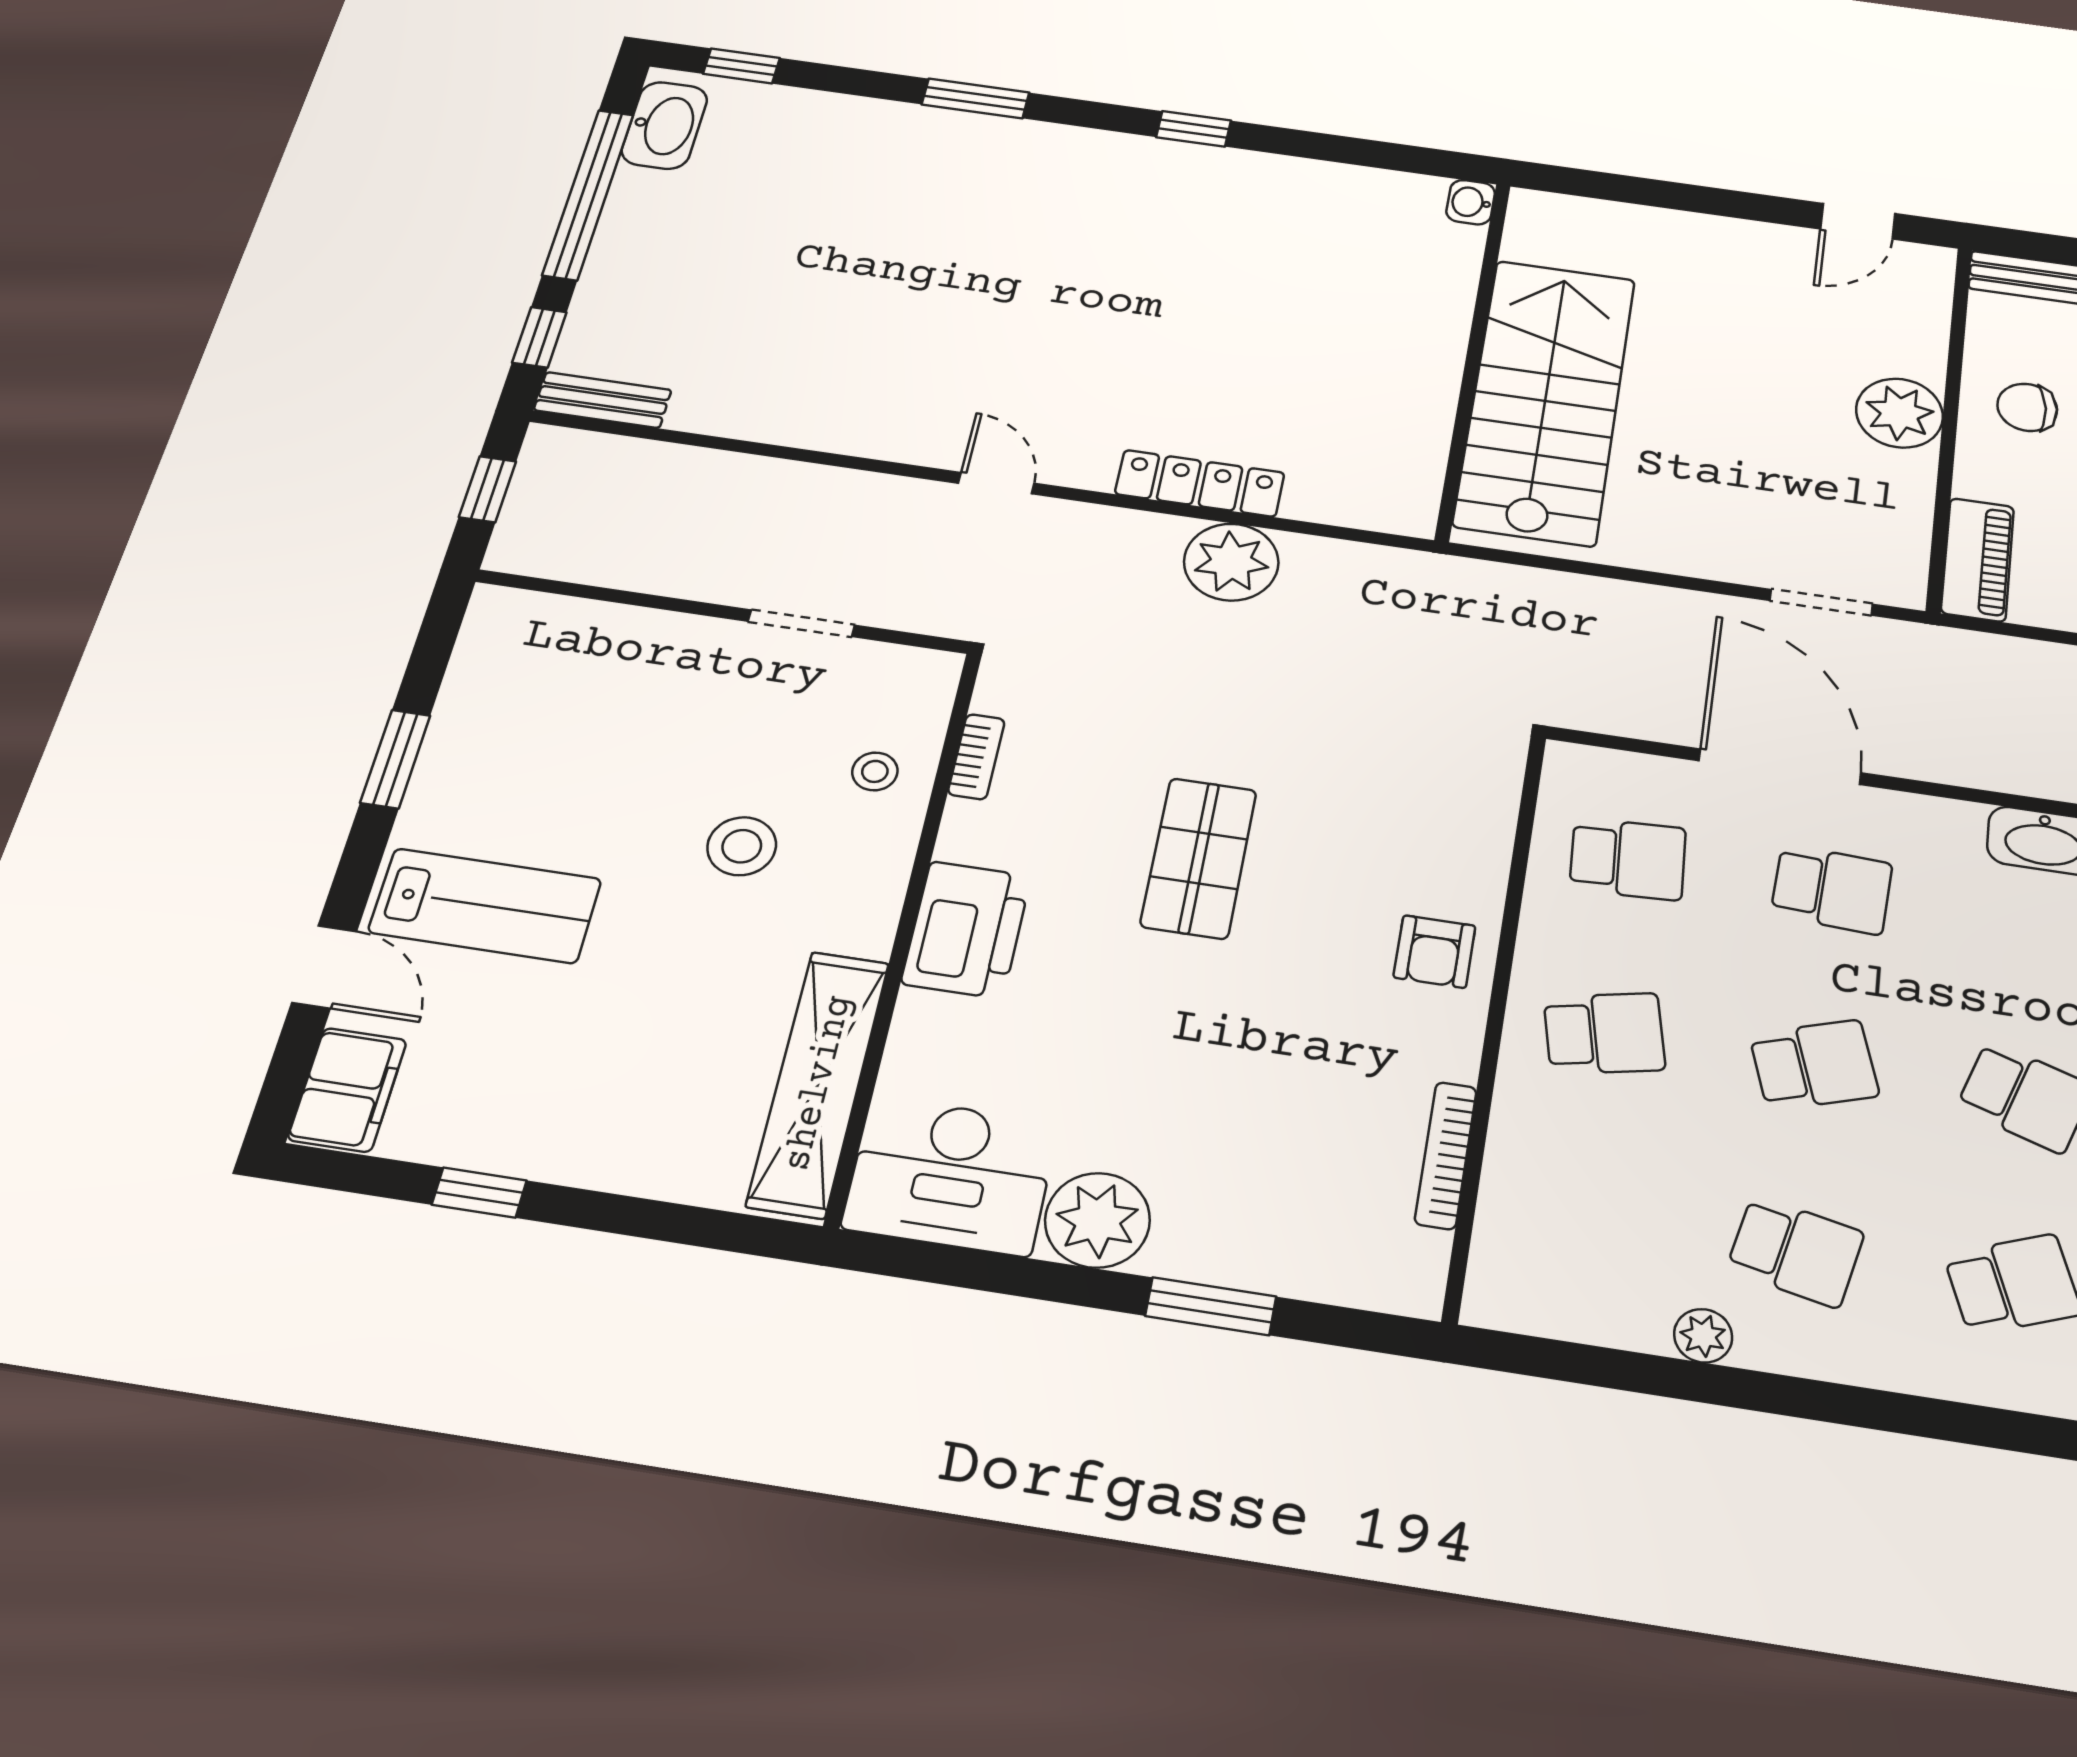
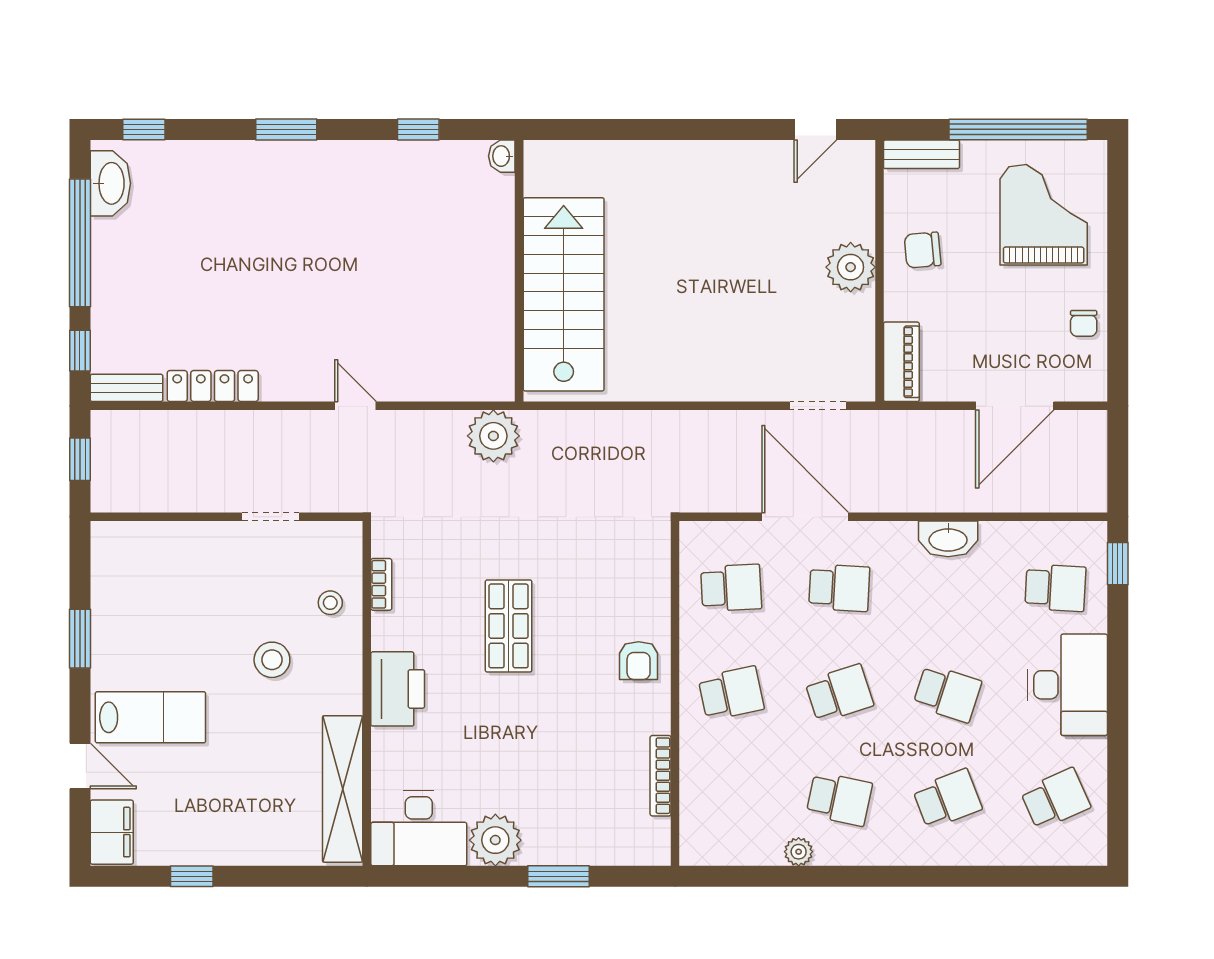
washbasin: (1471, 202) -> (502, 156), moved
wall: (1473, 358) -> (519, 271), moved
stairs: (1545, 401) -> (564, 294), moved
locker: (1200, 483) -> (213, 386), moved

